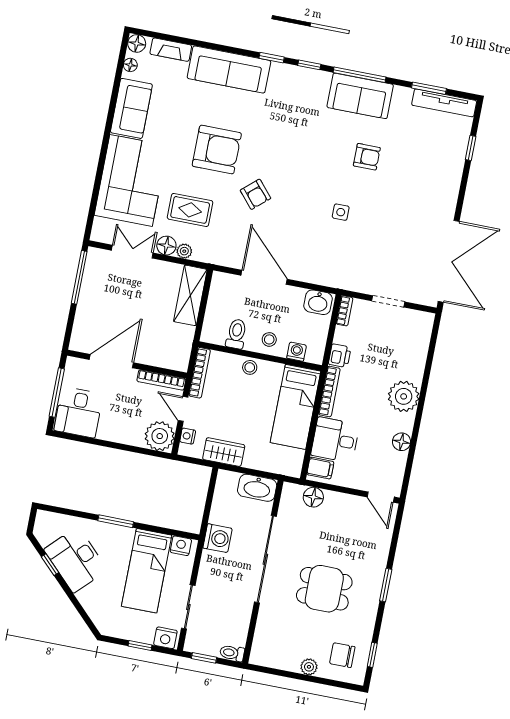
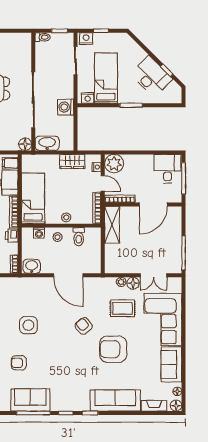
side table: (341, 212) -> (28, 325), width x1.87, depth x1.87
shelving: (190, 295) -> (112, 225), moved
floor lamp: (313, 497) -> (25, 144), moved

